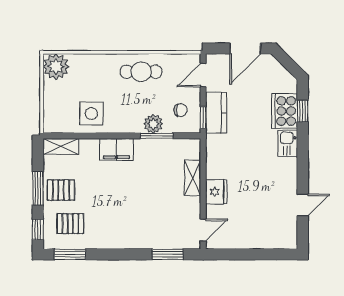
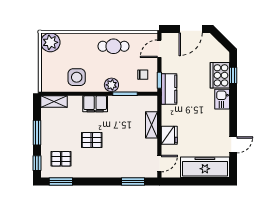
kitchen counter: (216, 113) -> (169, 89), moved
plant: (153, 124) -> (111, 85), moved
pallet: (61, 190) -> (92, 140), moved
freezer: (265, 235) -> (205, 167), added

